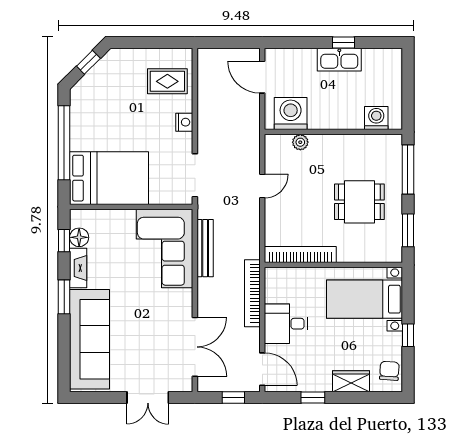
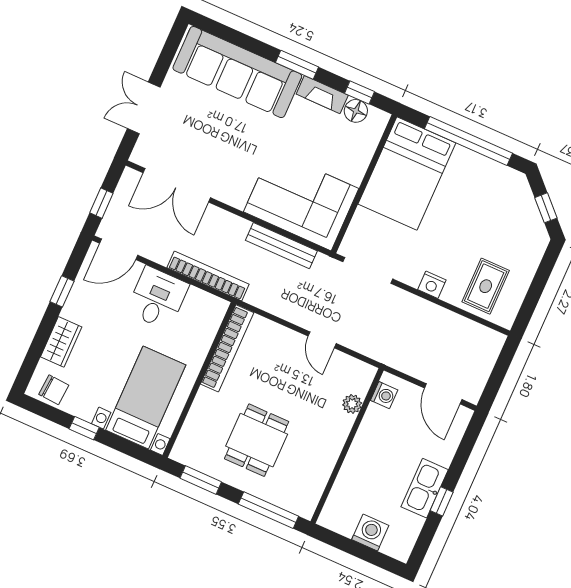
door: (262, 77) -> (443, 394), swing flipped
washing machine: (291, 114) -> (384, 395), width x0.53, depth x0.53
washing machine: (376, 118) -> (370, 532), moved, turned -90

